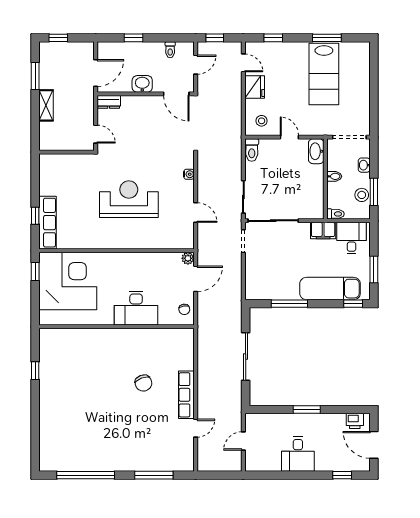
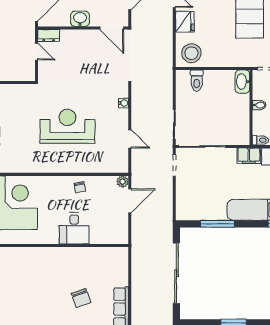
stool: (262, 121) -> (191, 53), width x1.89, depth x1.89
door: (96, 134) -> (36, 52), moved
door: (289, 137) -> (217, 68), removed
toilet: (252, 150) -> (197, 81), moved
desk: (136, 308) -> (74, 228), width x0.73
chair: (184, 309) -> (80, 187), moved
sliding door: (246, 356) -> (176, 273), width x1.36

